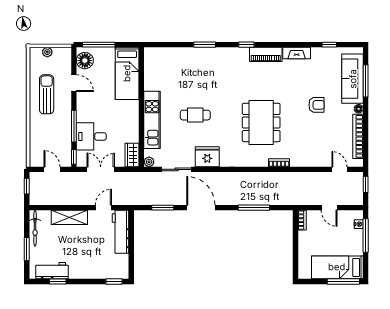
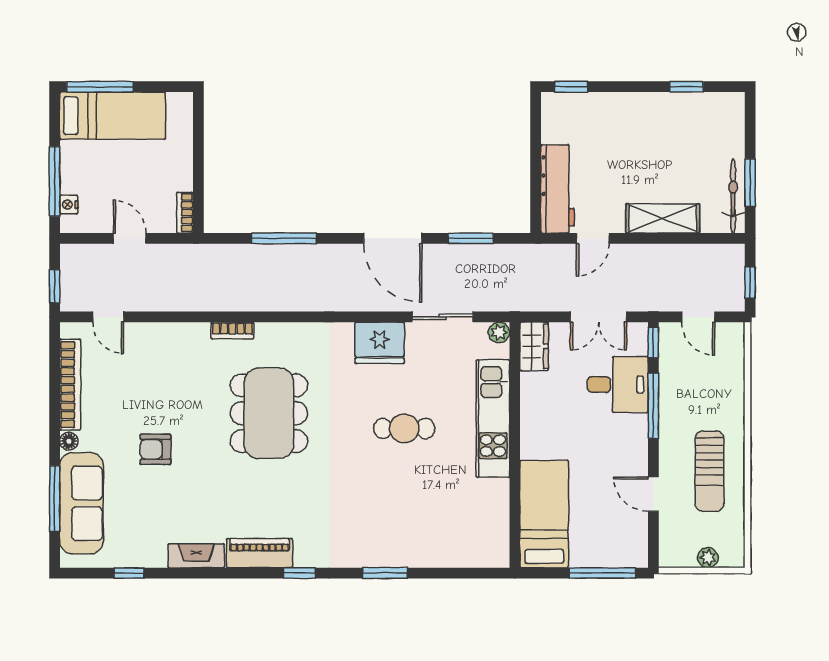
floor lamp: (85, 61) -> (631, 540), removed
window: (27, 249) -> (750, 183), moved
workbench: (52, 271) -> (698, 109), removed

